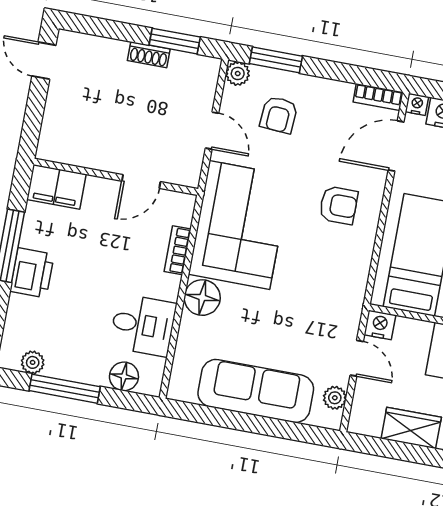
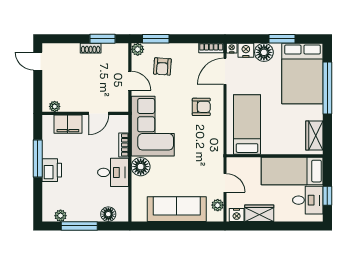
plant: (60, 153) -> (55, 106), added
filing cabinet: (56, 187) -> (68, 124), moved
desk: (143, 325) -> (113, 172), moved
nightstand: (380, 325) -> (237, 215), moved, turned 180

